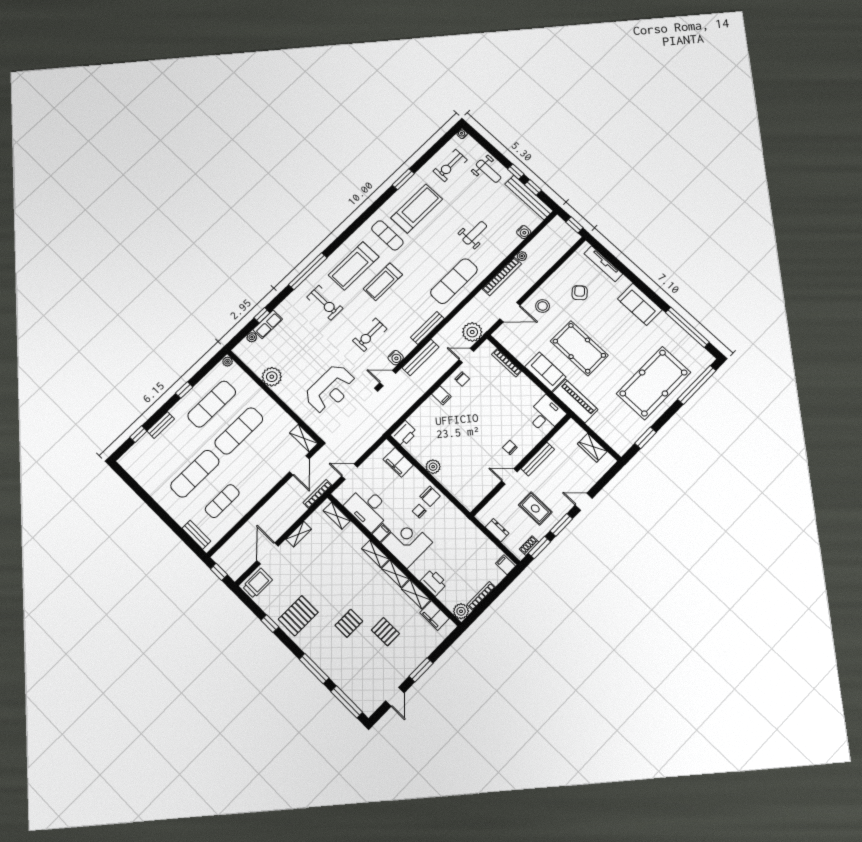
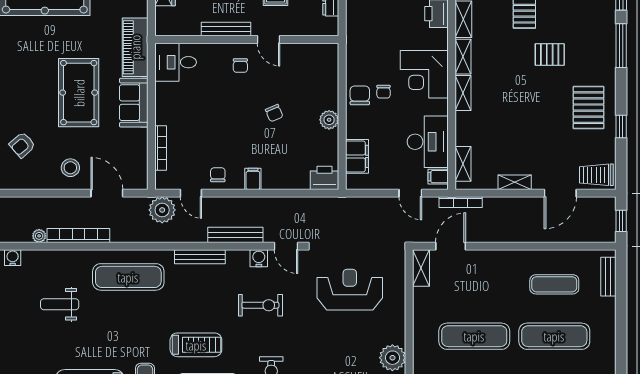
chair: (466, 441) -> (274, 113), added
filing cabinet: (381, 533) -> (438, 177), moved
pallet: (298, 616) -> (589, 108), turned 90

